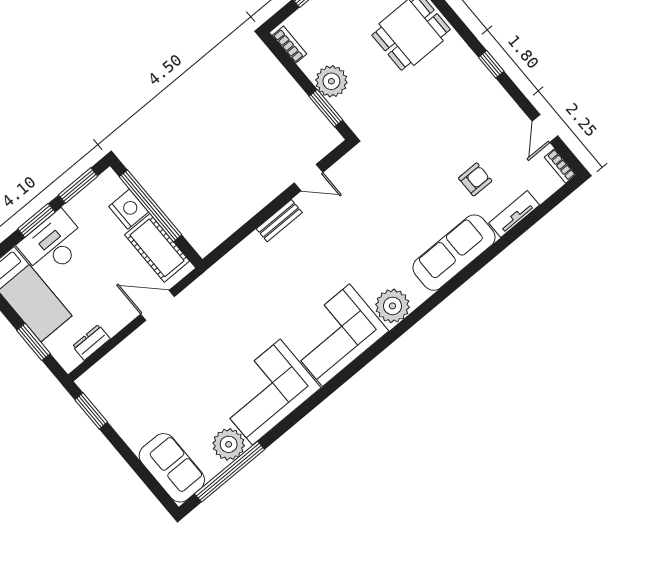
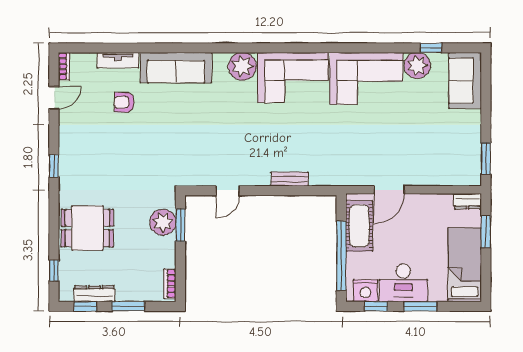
plant: (331, 81) -> (163, 222), moved
door: (308, 178) -> (228, 191), swing flipped
window: (78, 185) -> (376, 306), width x0.67
nightstand: (129, 209) -> (365, 291), moved, turned -90
bench: (279, 221) -> (290, 179), moved
desk: (53, 244) -> (403, 283), moved
door: (157, 305) -> (389, 190), hinge flipped
dresser: (91, 342) -> (467, 201), moved
window: (230, 472) -> (431, 48), width x0.32

